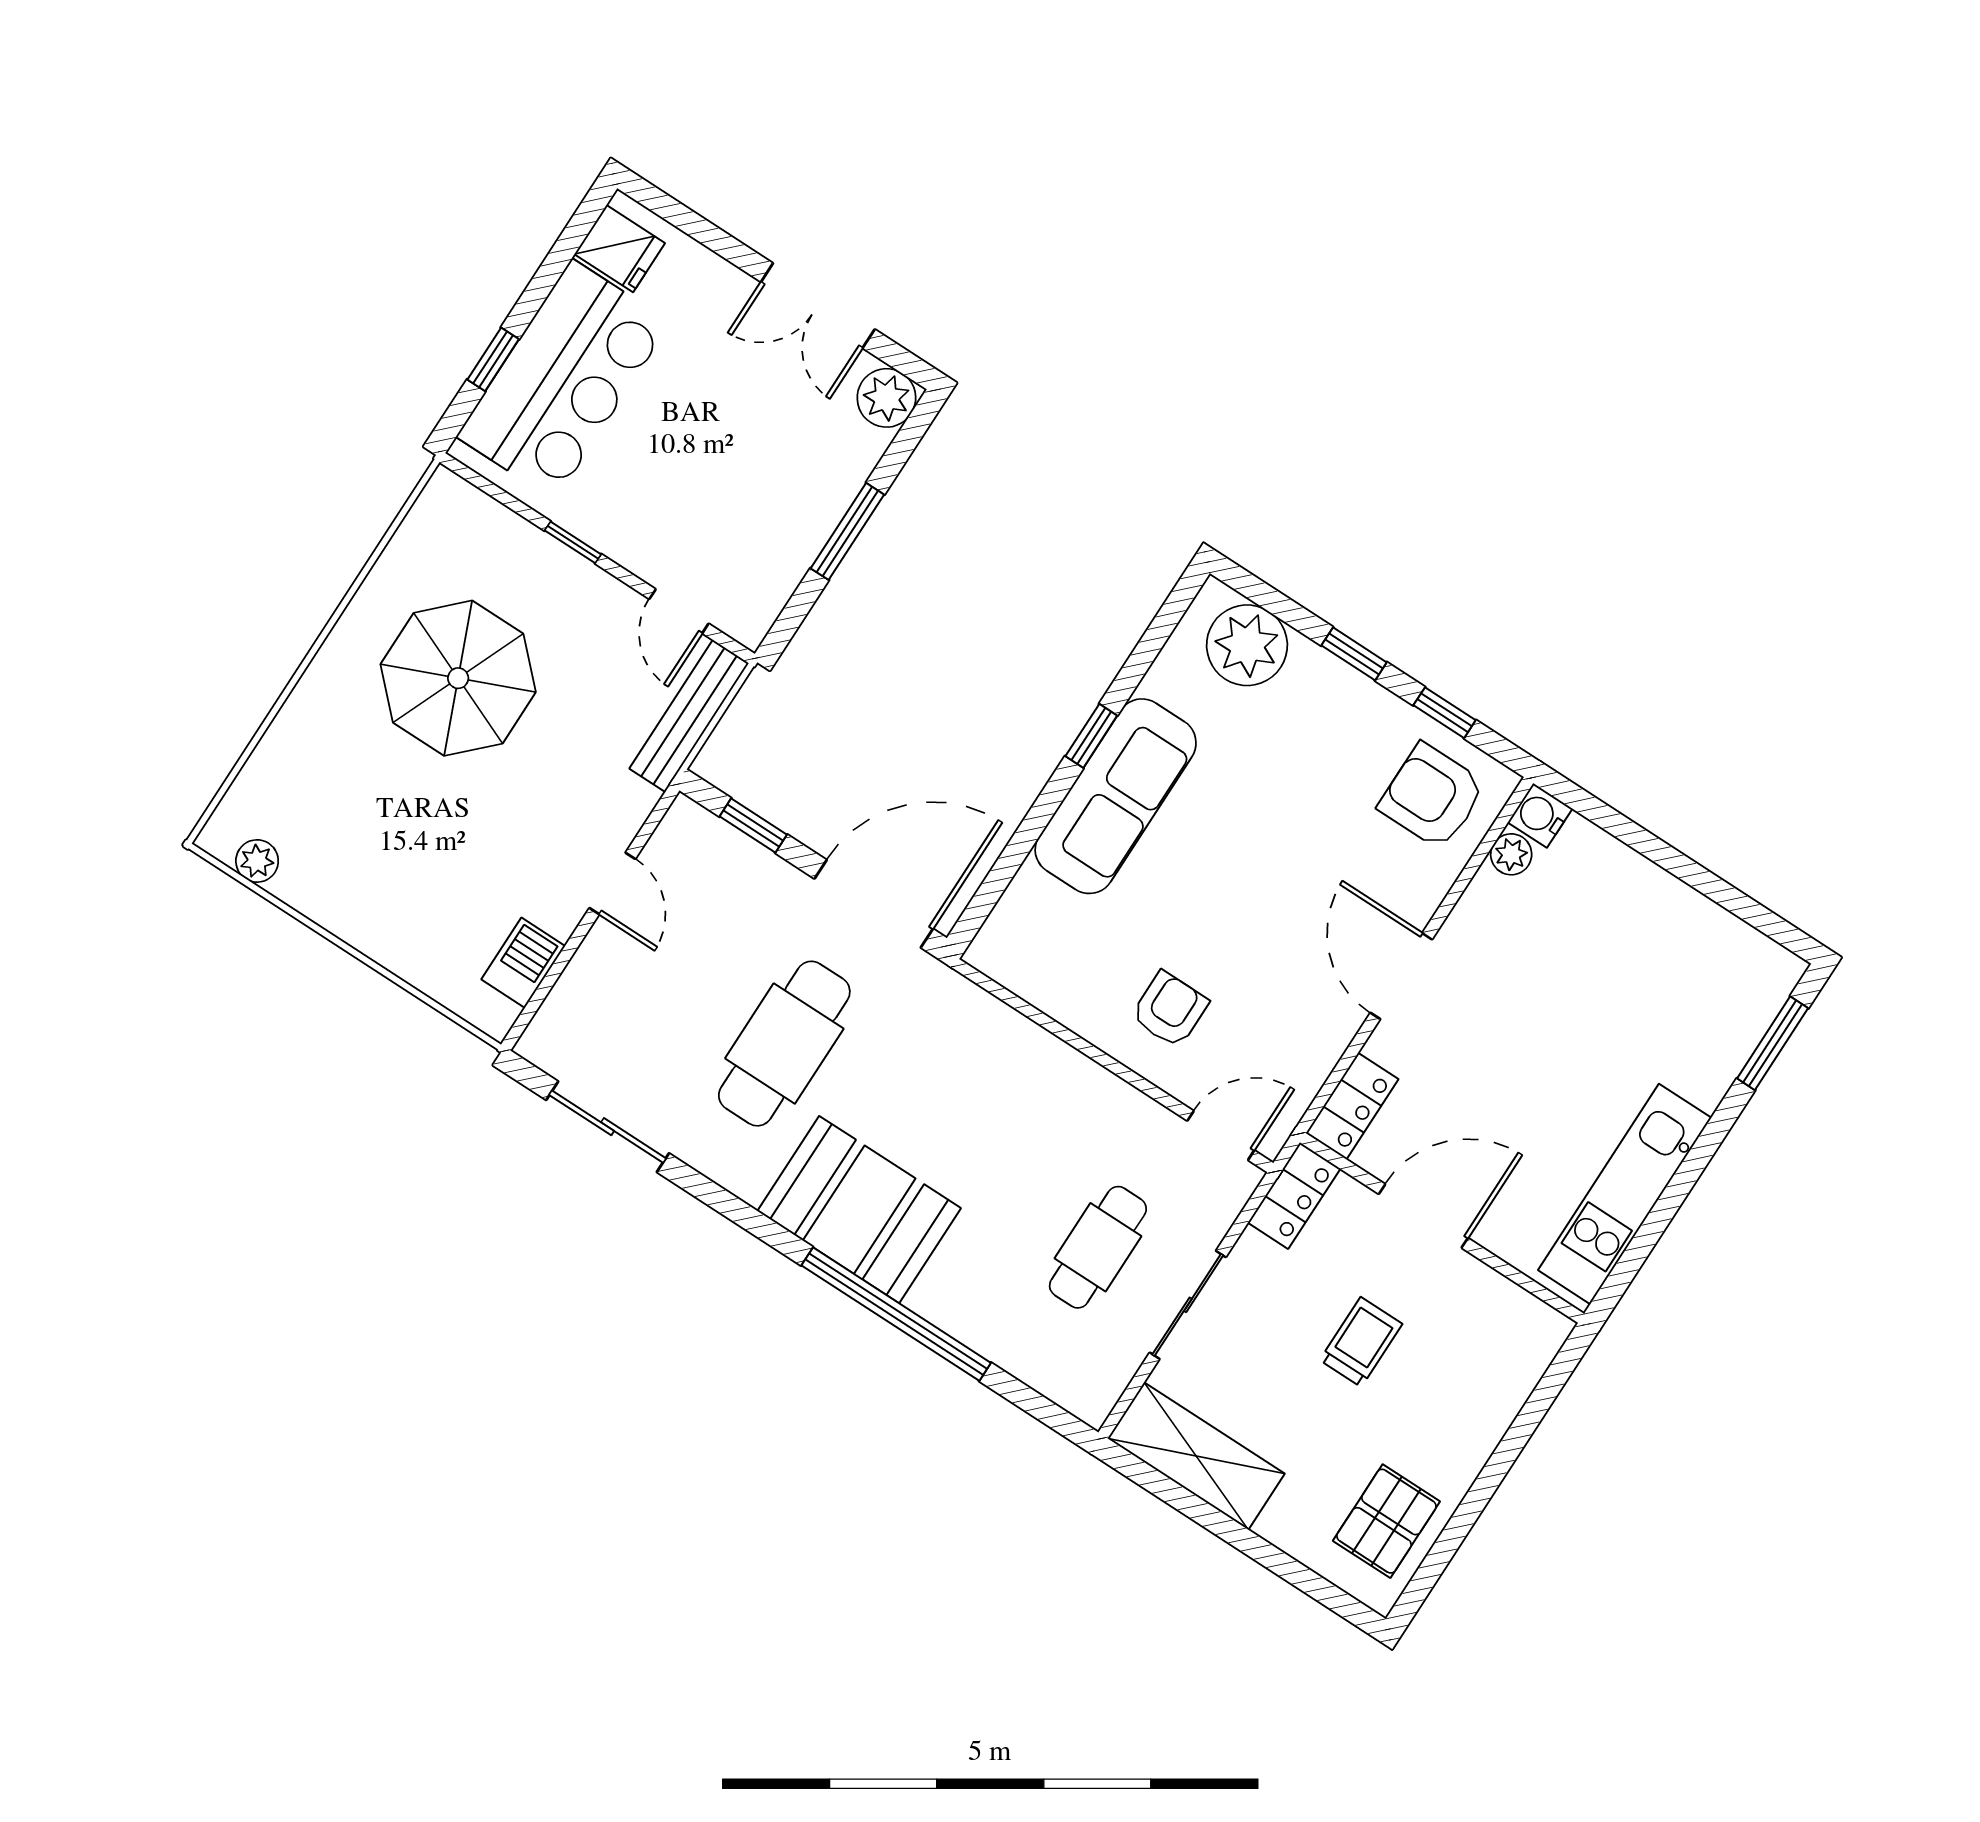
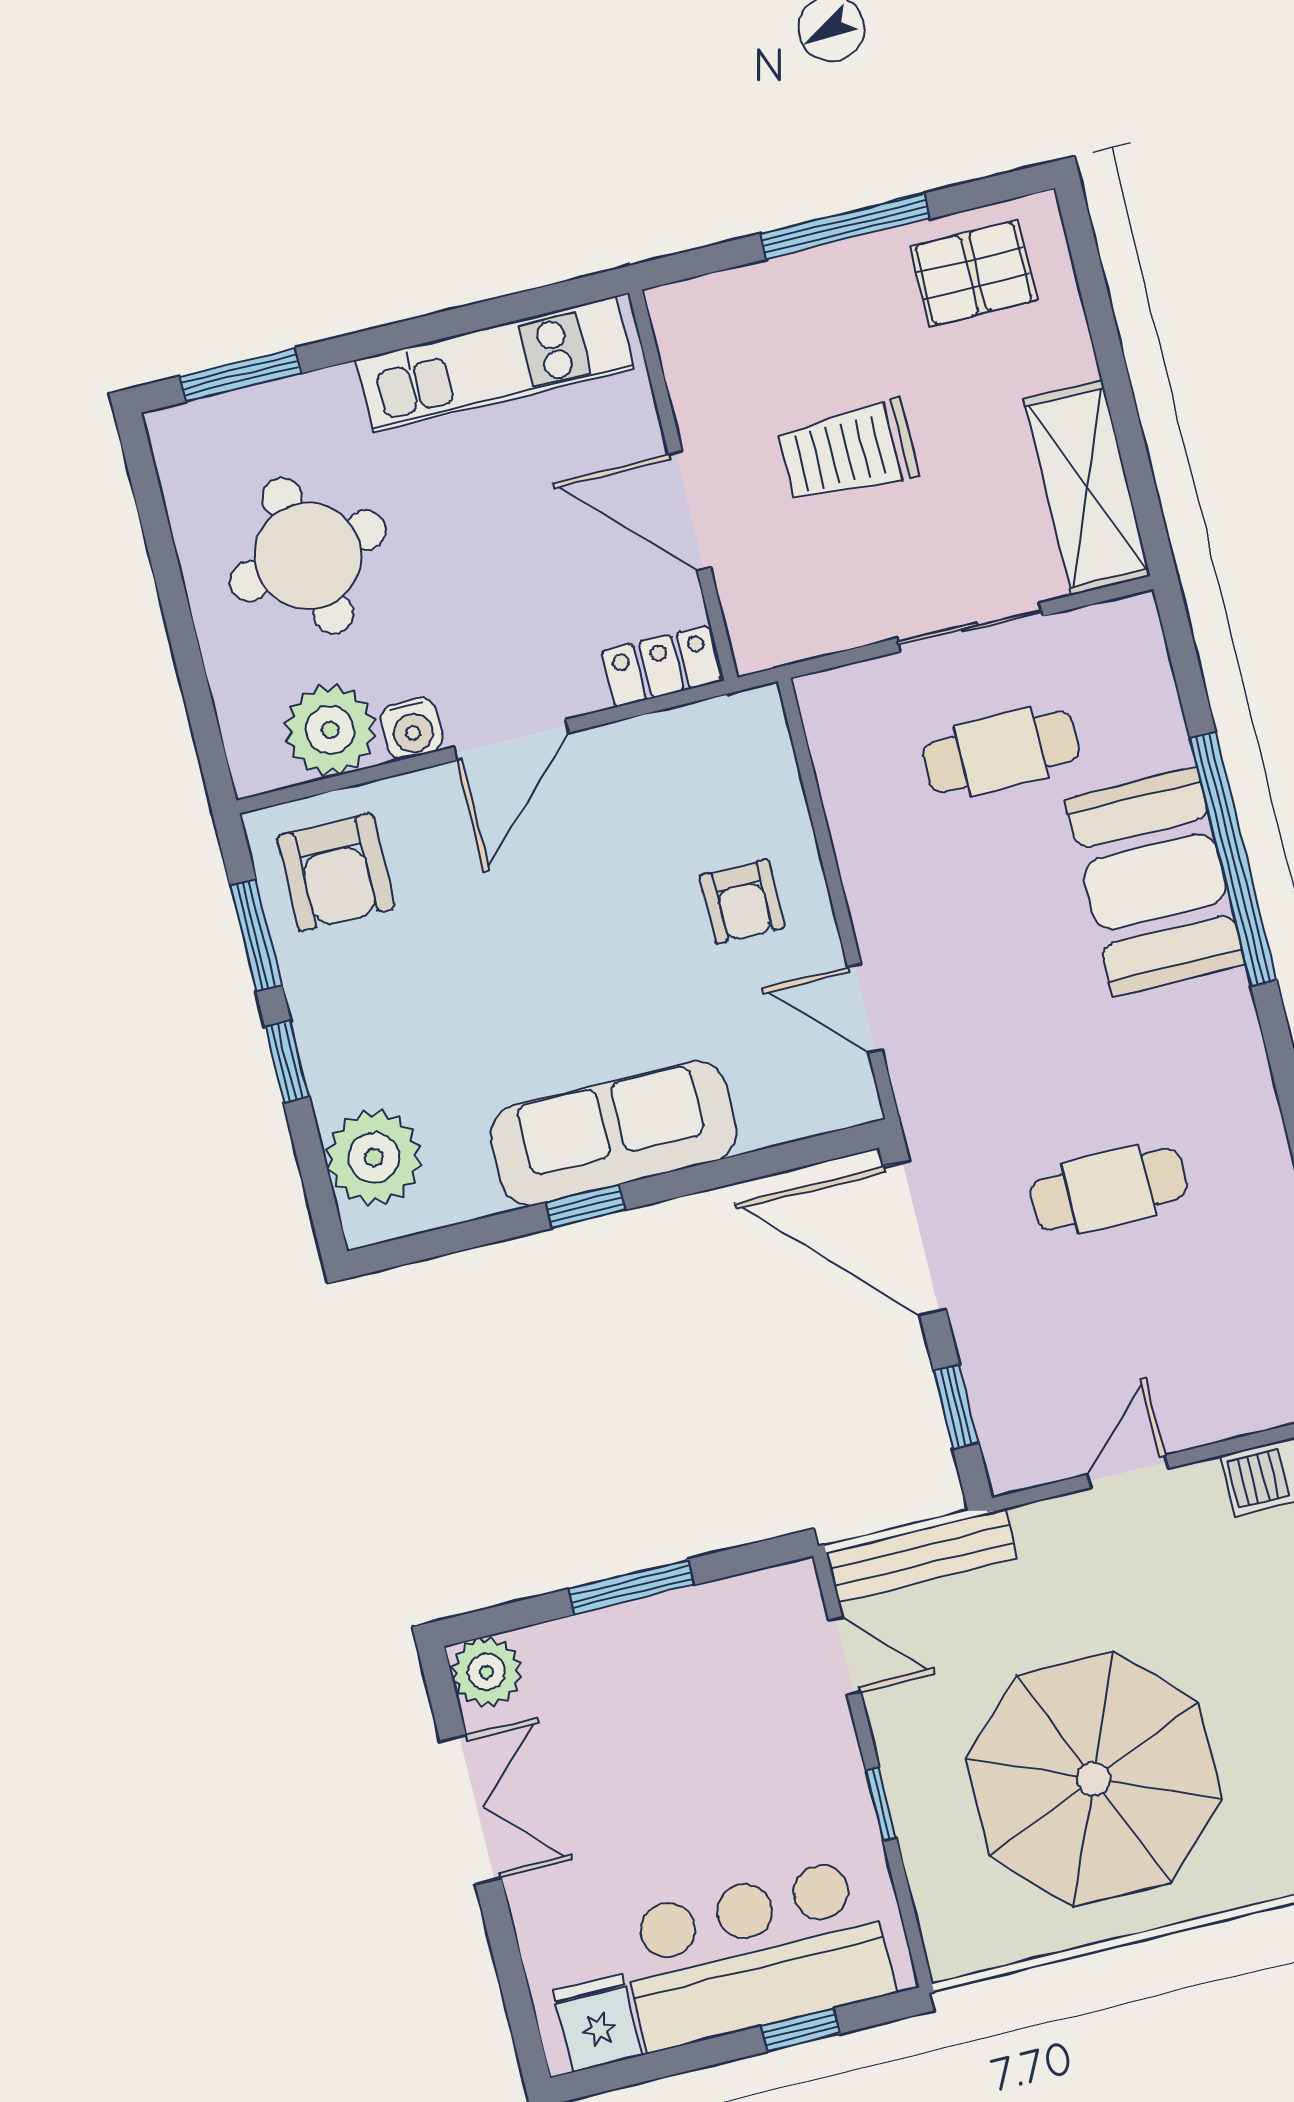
door: (679, 611) -> (845, 1656), hinge flipped
parasol: (458, 678) -> (1094, 1779), width x1.36, depth x1.36
window: (1445, 713) -> (256, 935), width x1.50
water cooler: (1540, 815) -> (412, 728), moved
plant: (1511, 854) -> (330, 730), width x1.88, depth x1.88
round table: (1629, 972) -> (308, 556), added
armchair: (1170, 1010) -> (742, 901), turned -90
cafe table: (784, 1044) -> (1109, 1189), width x0.73, depth x0.74
door: (1221, 1136) -> (865, 1008), moved
locker: (1294, 1196) -> (786, 636), removed
booth: (859, 1210) -> (1155, 882), moved
trolley: (1361, 1342) -> (848, 452), width x1.36, depth x1.39
window: (1491, 1477) -> (845, 226), added

